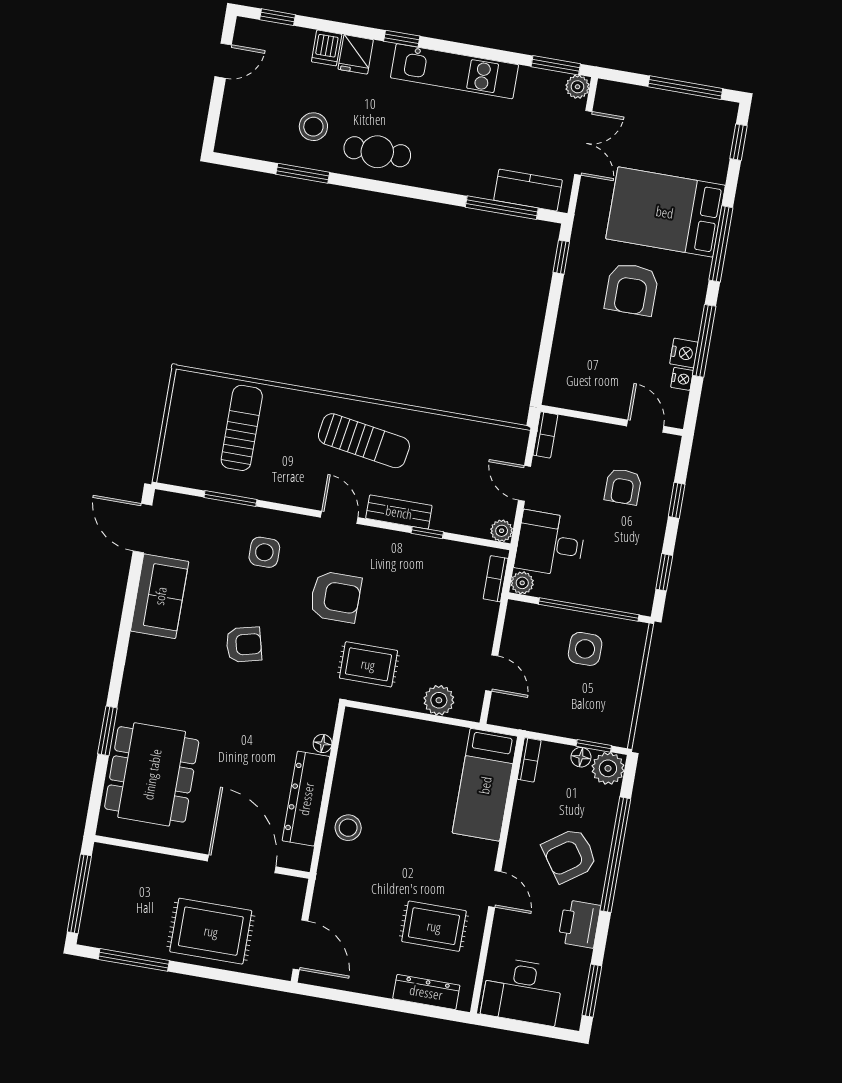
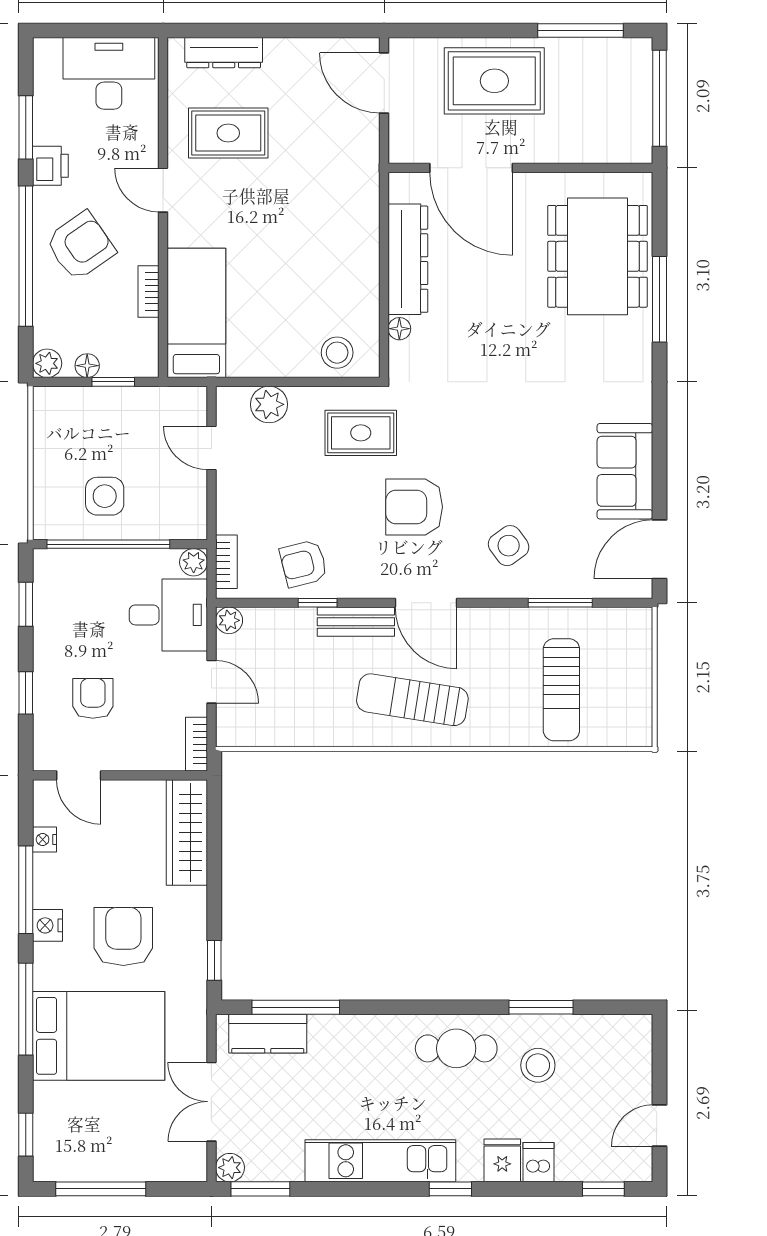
nightstand: (684, 353) -> (47, 925), moved
wardrobe: (565, 365) -> (187, 832), added
door: (339, 517) -> (426, 603), width x1.38
door: (142, 528) -> (659, 549), swing flipped
side table: (264, 552) -> (509, 546), turned -36
armchair: (244, 645) -> (304, 564), moved
window: (107, 731) -> (659, 299), width x1.44
window: (594, 746) -> (113, 382), moved
bookcase: (529, 760) -> (149, 292), moved
plant: (608, 768) -> (47, 363), width x0.73, depth x0.73
stool: (348, 828) -> (337, 353), moved
printer: (579, 924) -> (50, 166), width x0.73, depth x0.81
window: (592, 991) -> (26, 127), moved

